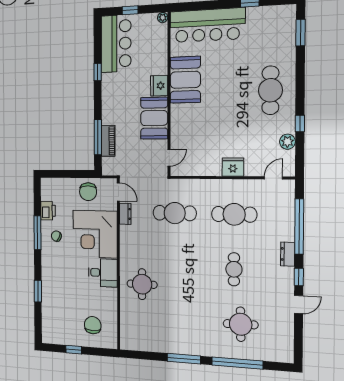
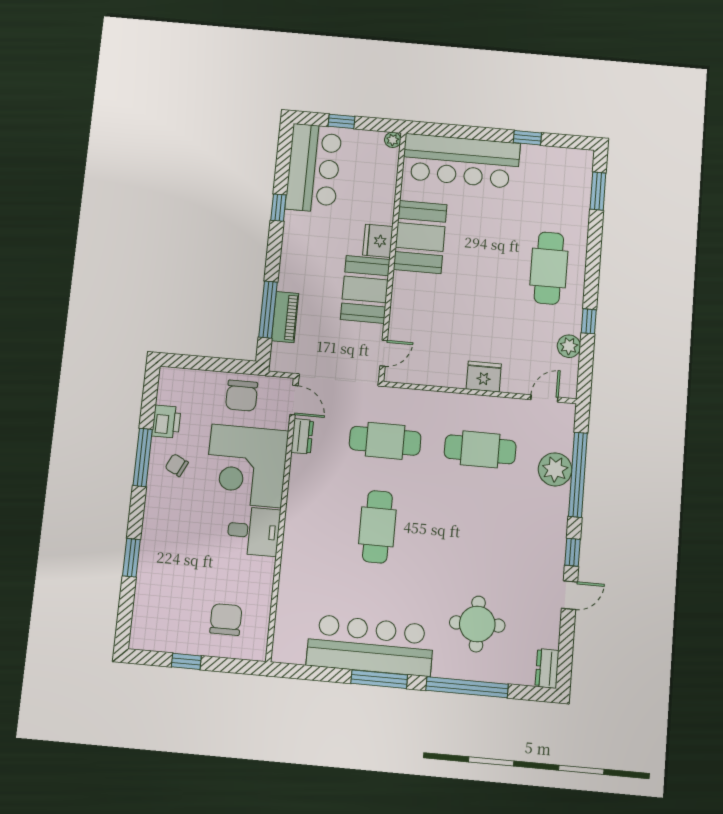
plant: (284, 224) -> (555, 469), added
dresser: (288, 254) -> (547, 668), moved
cafe table: (234, 269) -> (377, 527), moved, width x1.37, depth x1.35
round table: (142, 284) -> (320, 553), removed
bar counter: (177, 339) -> (370, 645), added

